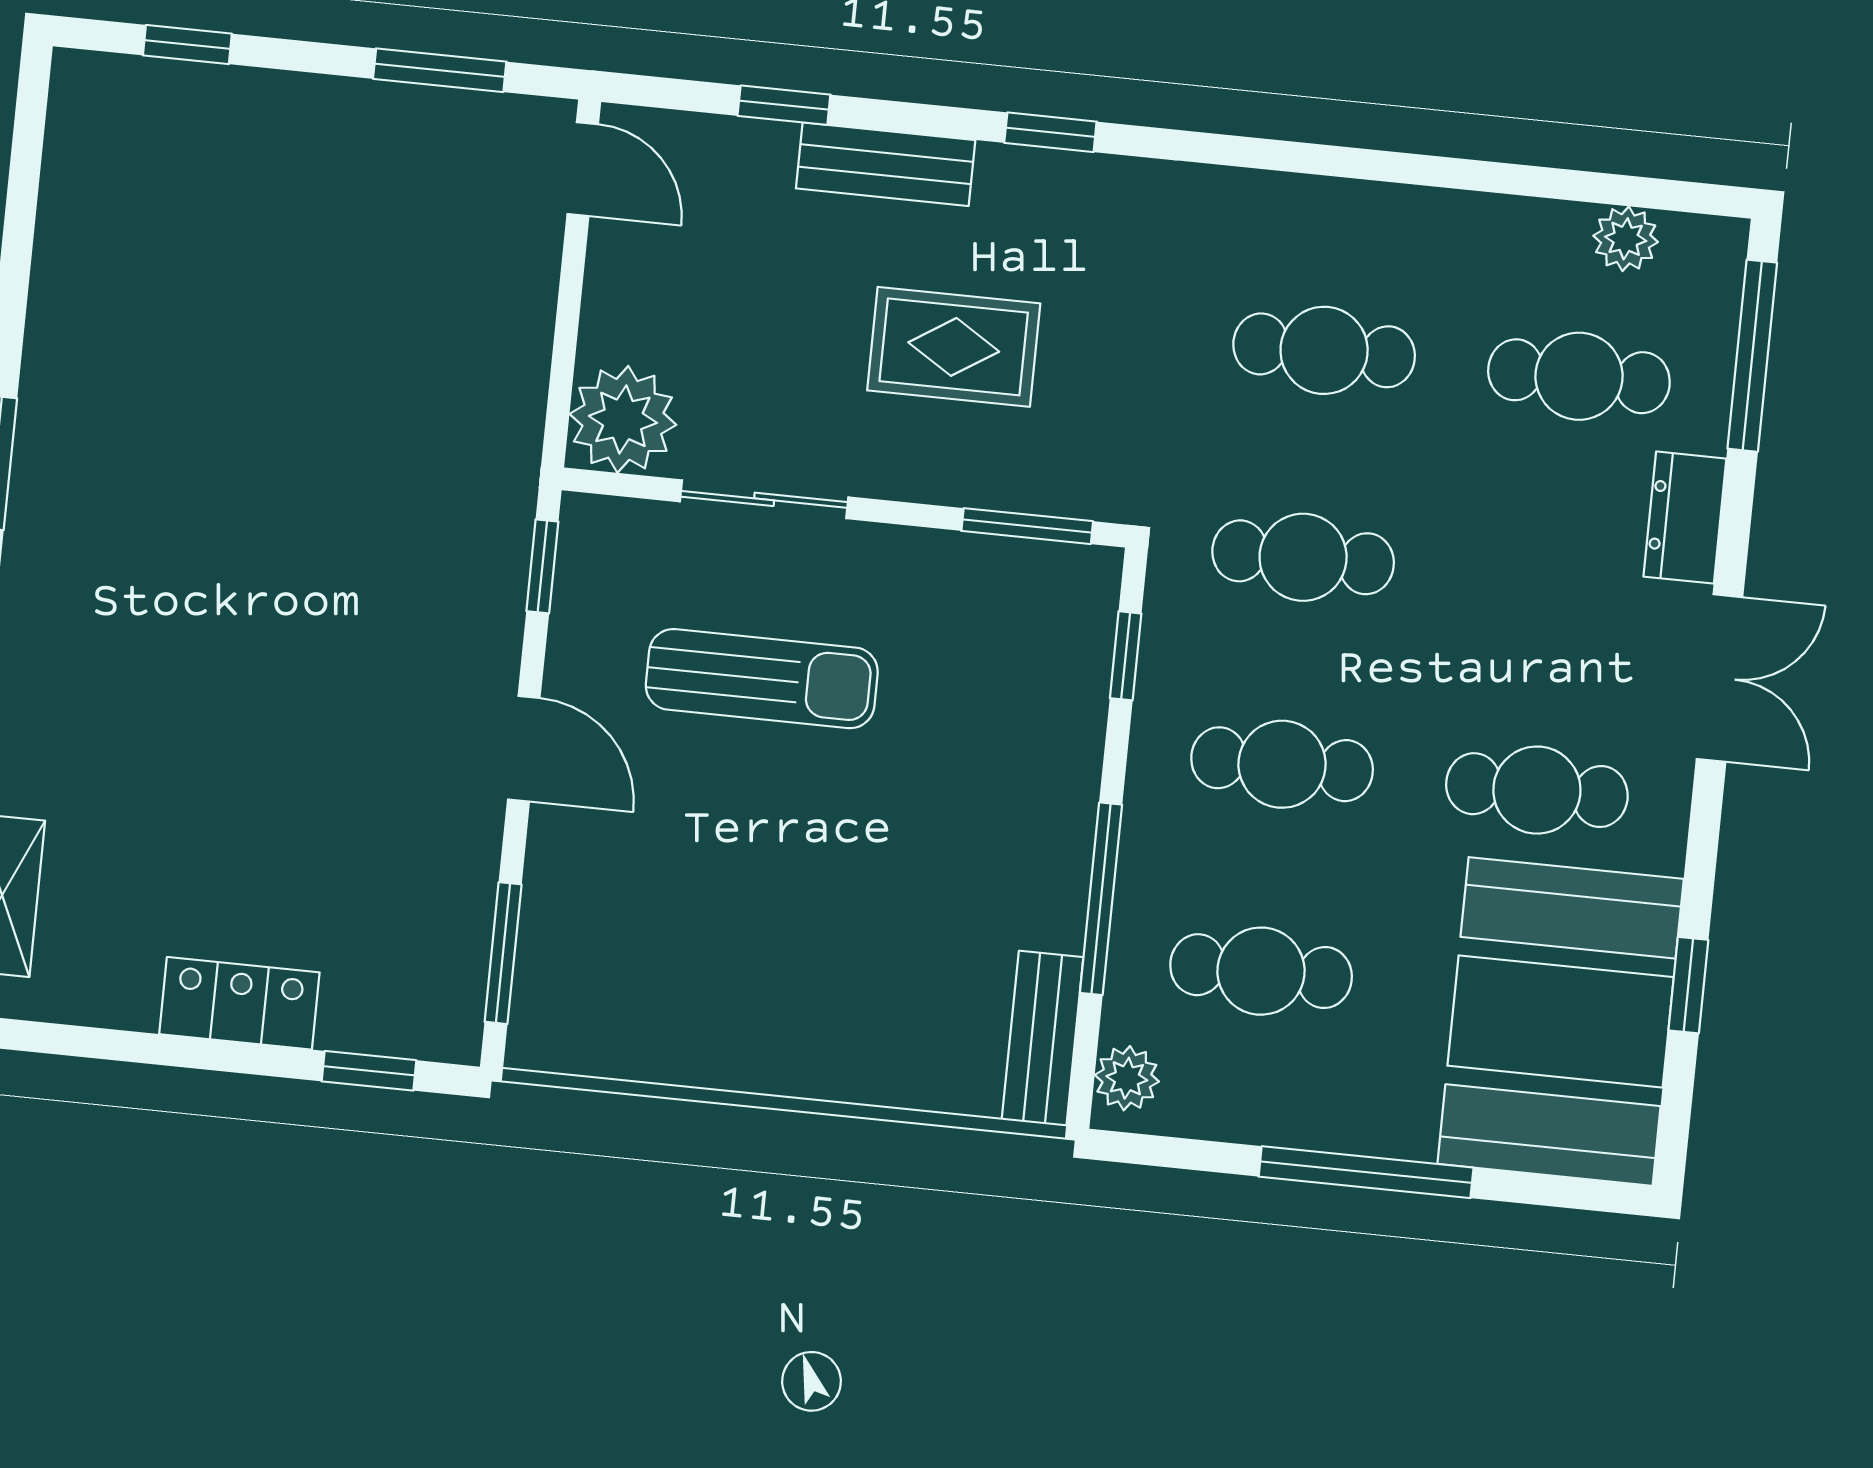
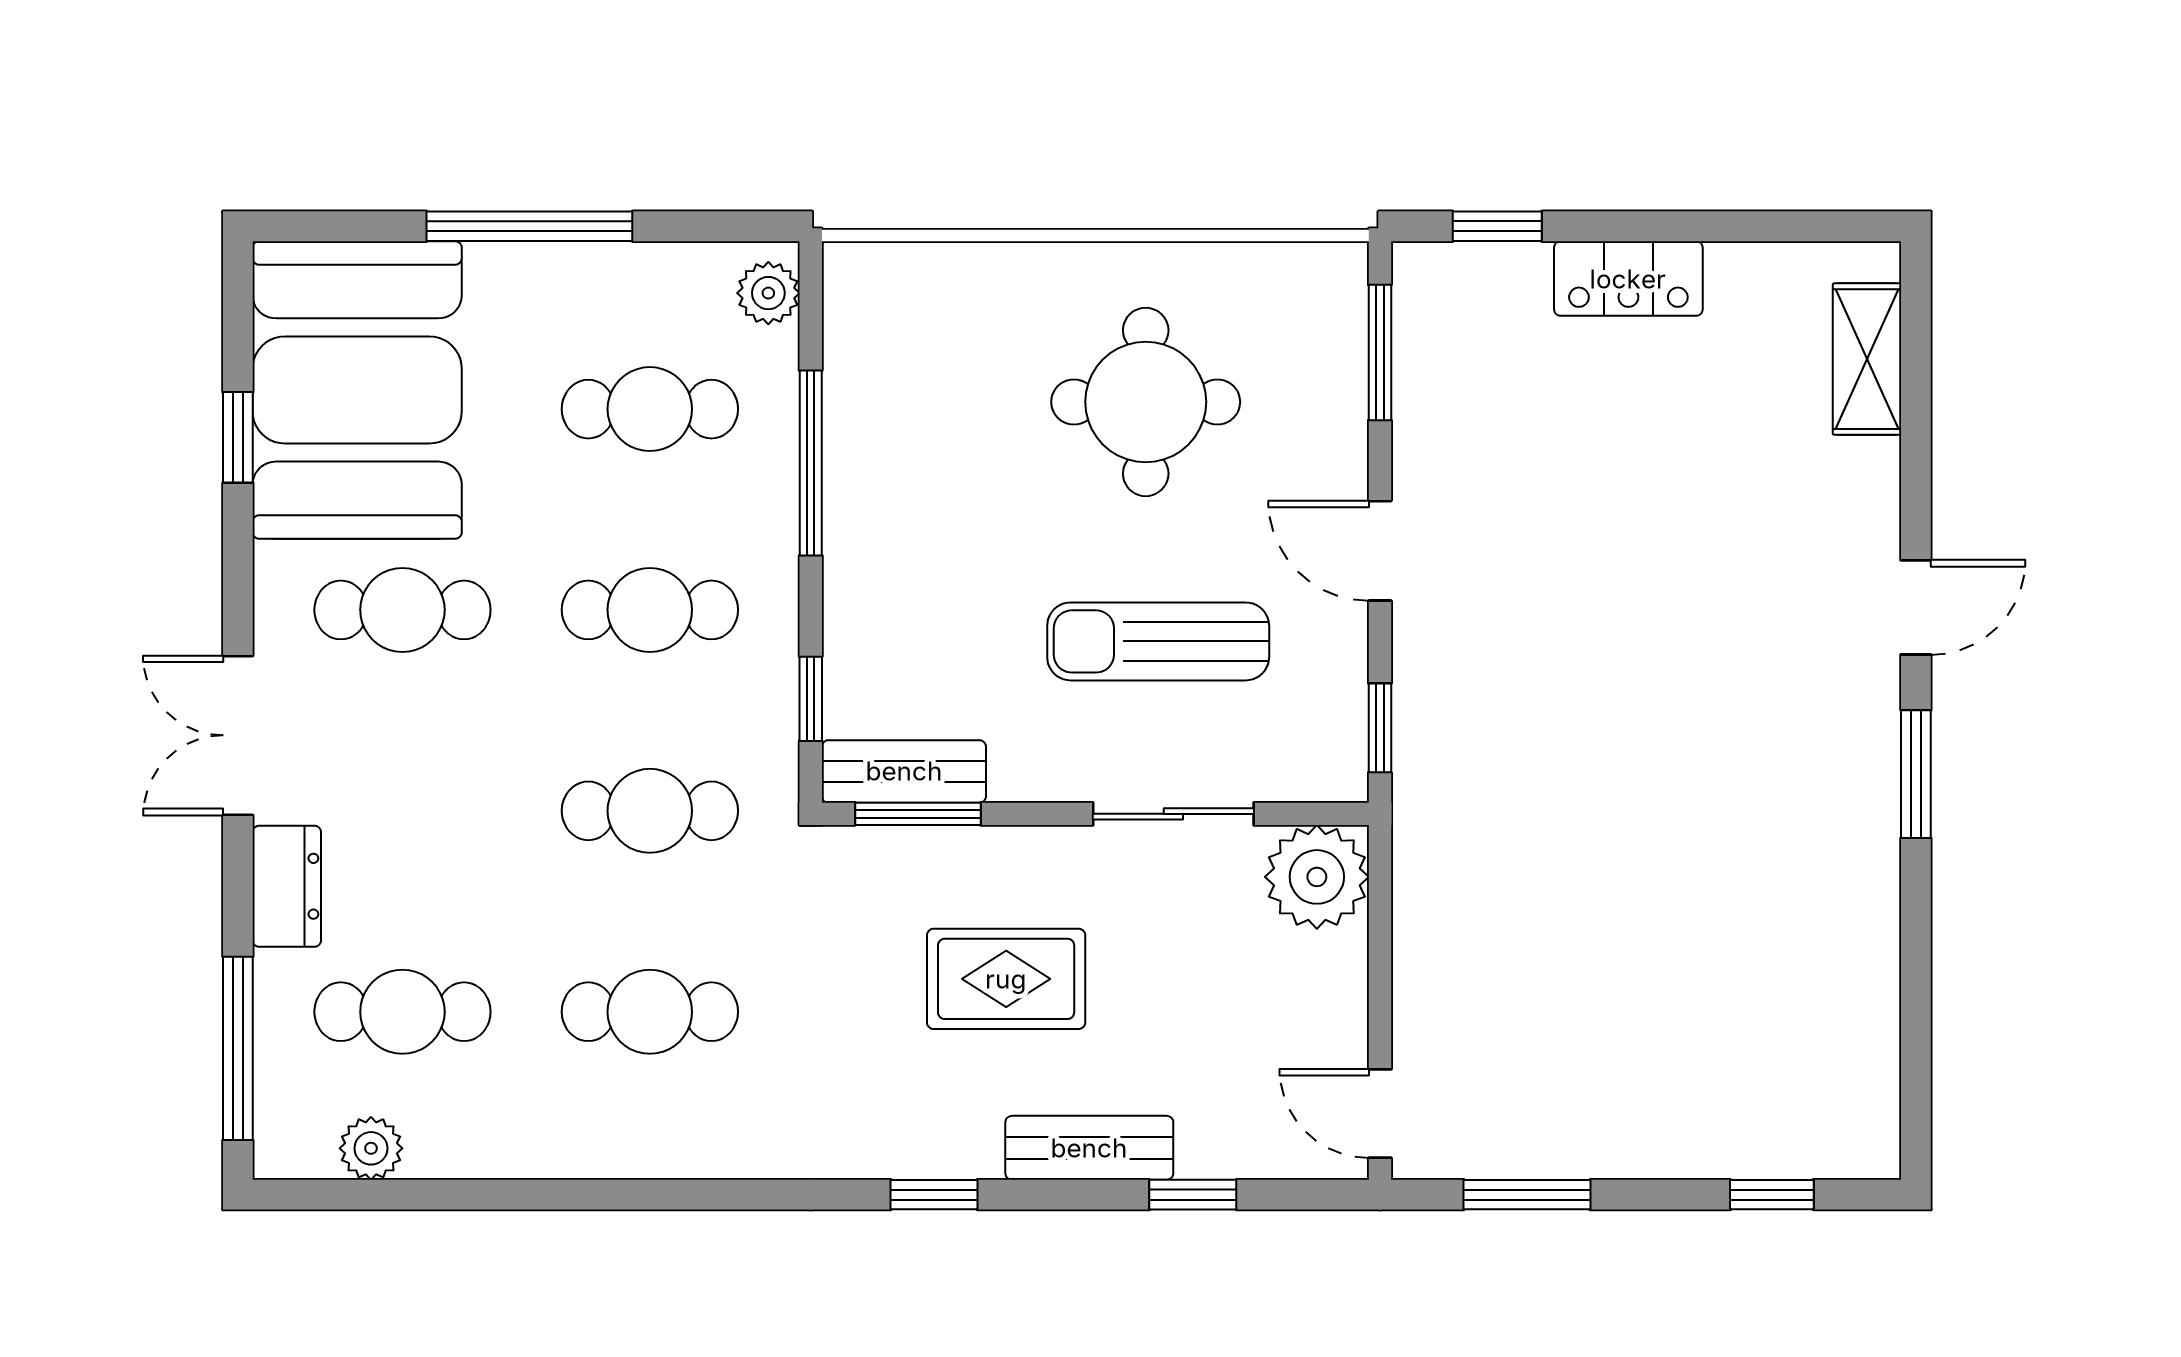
round table: (750, 927) -> (1146, 402), added
bench: (1043, 1038) -> (904, 771), moved, turned 90

